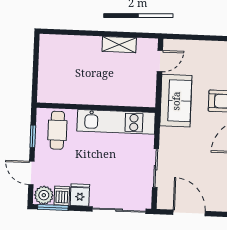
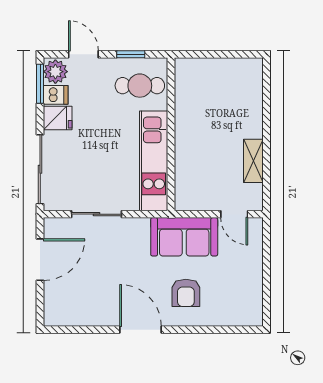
door: (31, 173) -> (83, 54), hinge flipped

